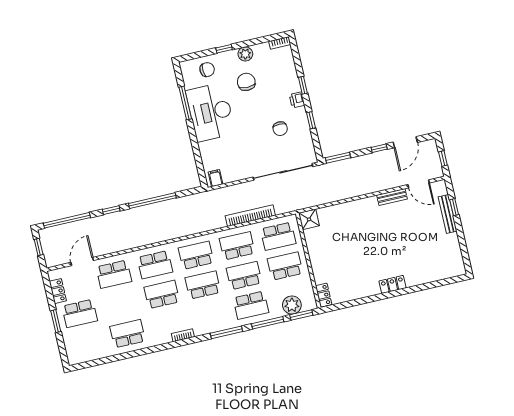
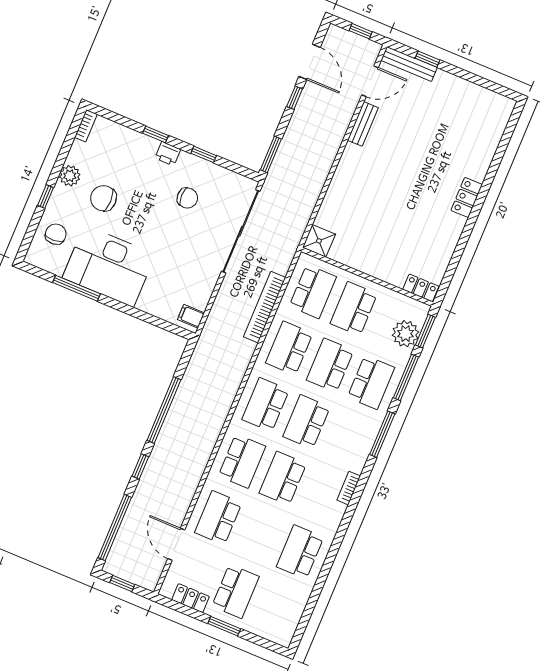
bench: (448, 214) -> (409, 64), moved
school desk: (114, 274) -> (218, 518), turned 180

